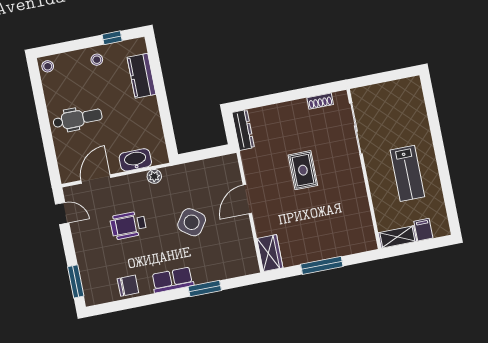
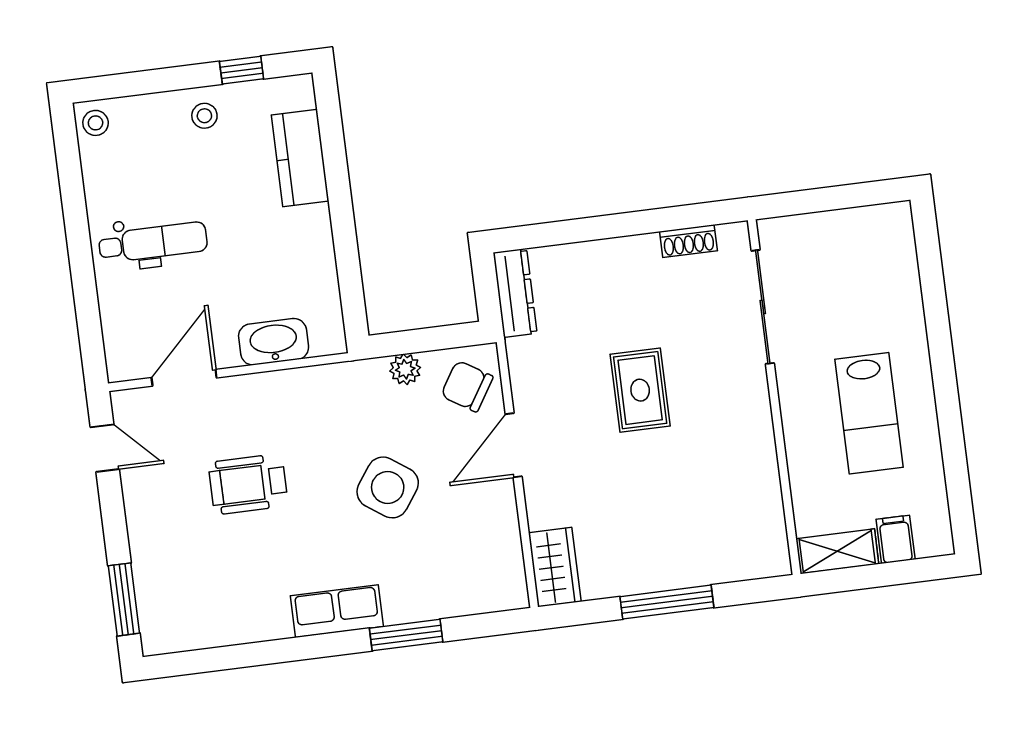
plant: (154, 176) -> (405, 369), moved
chair: (128, 286) -> (467, 386), moved, turned -148

